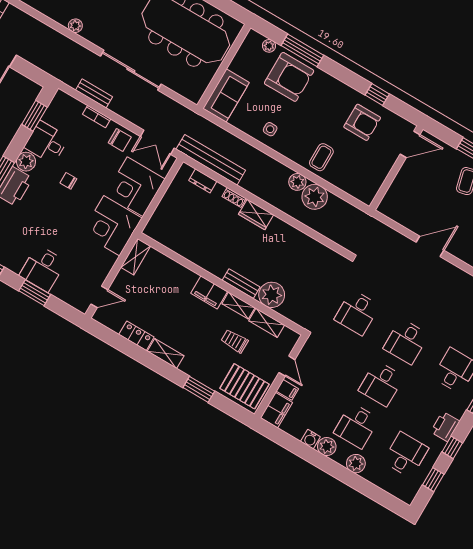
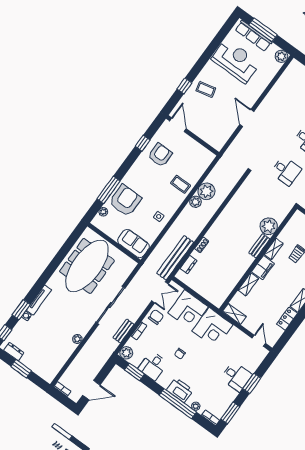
plant: (26, 162) -> (126, 353), moved
wardrobe: (256, 214) -> (214, 231), removed
shelving: (267, 323) -> (248, 284), moved

